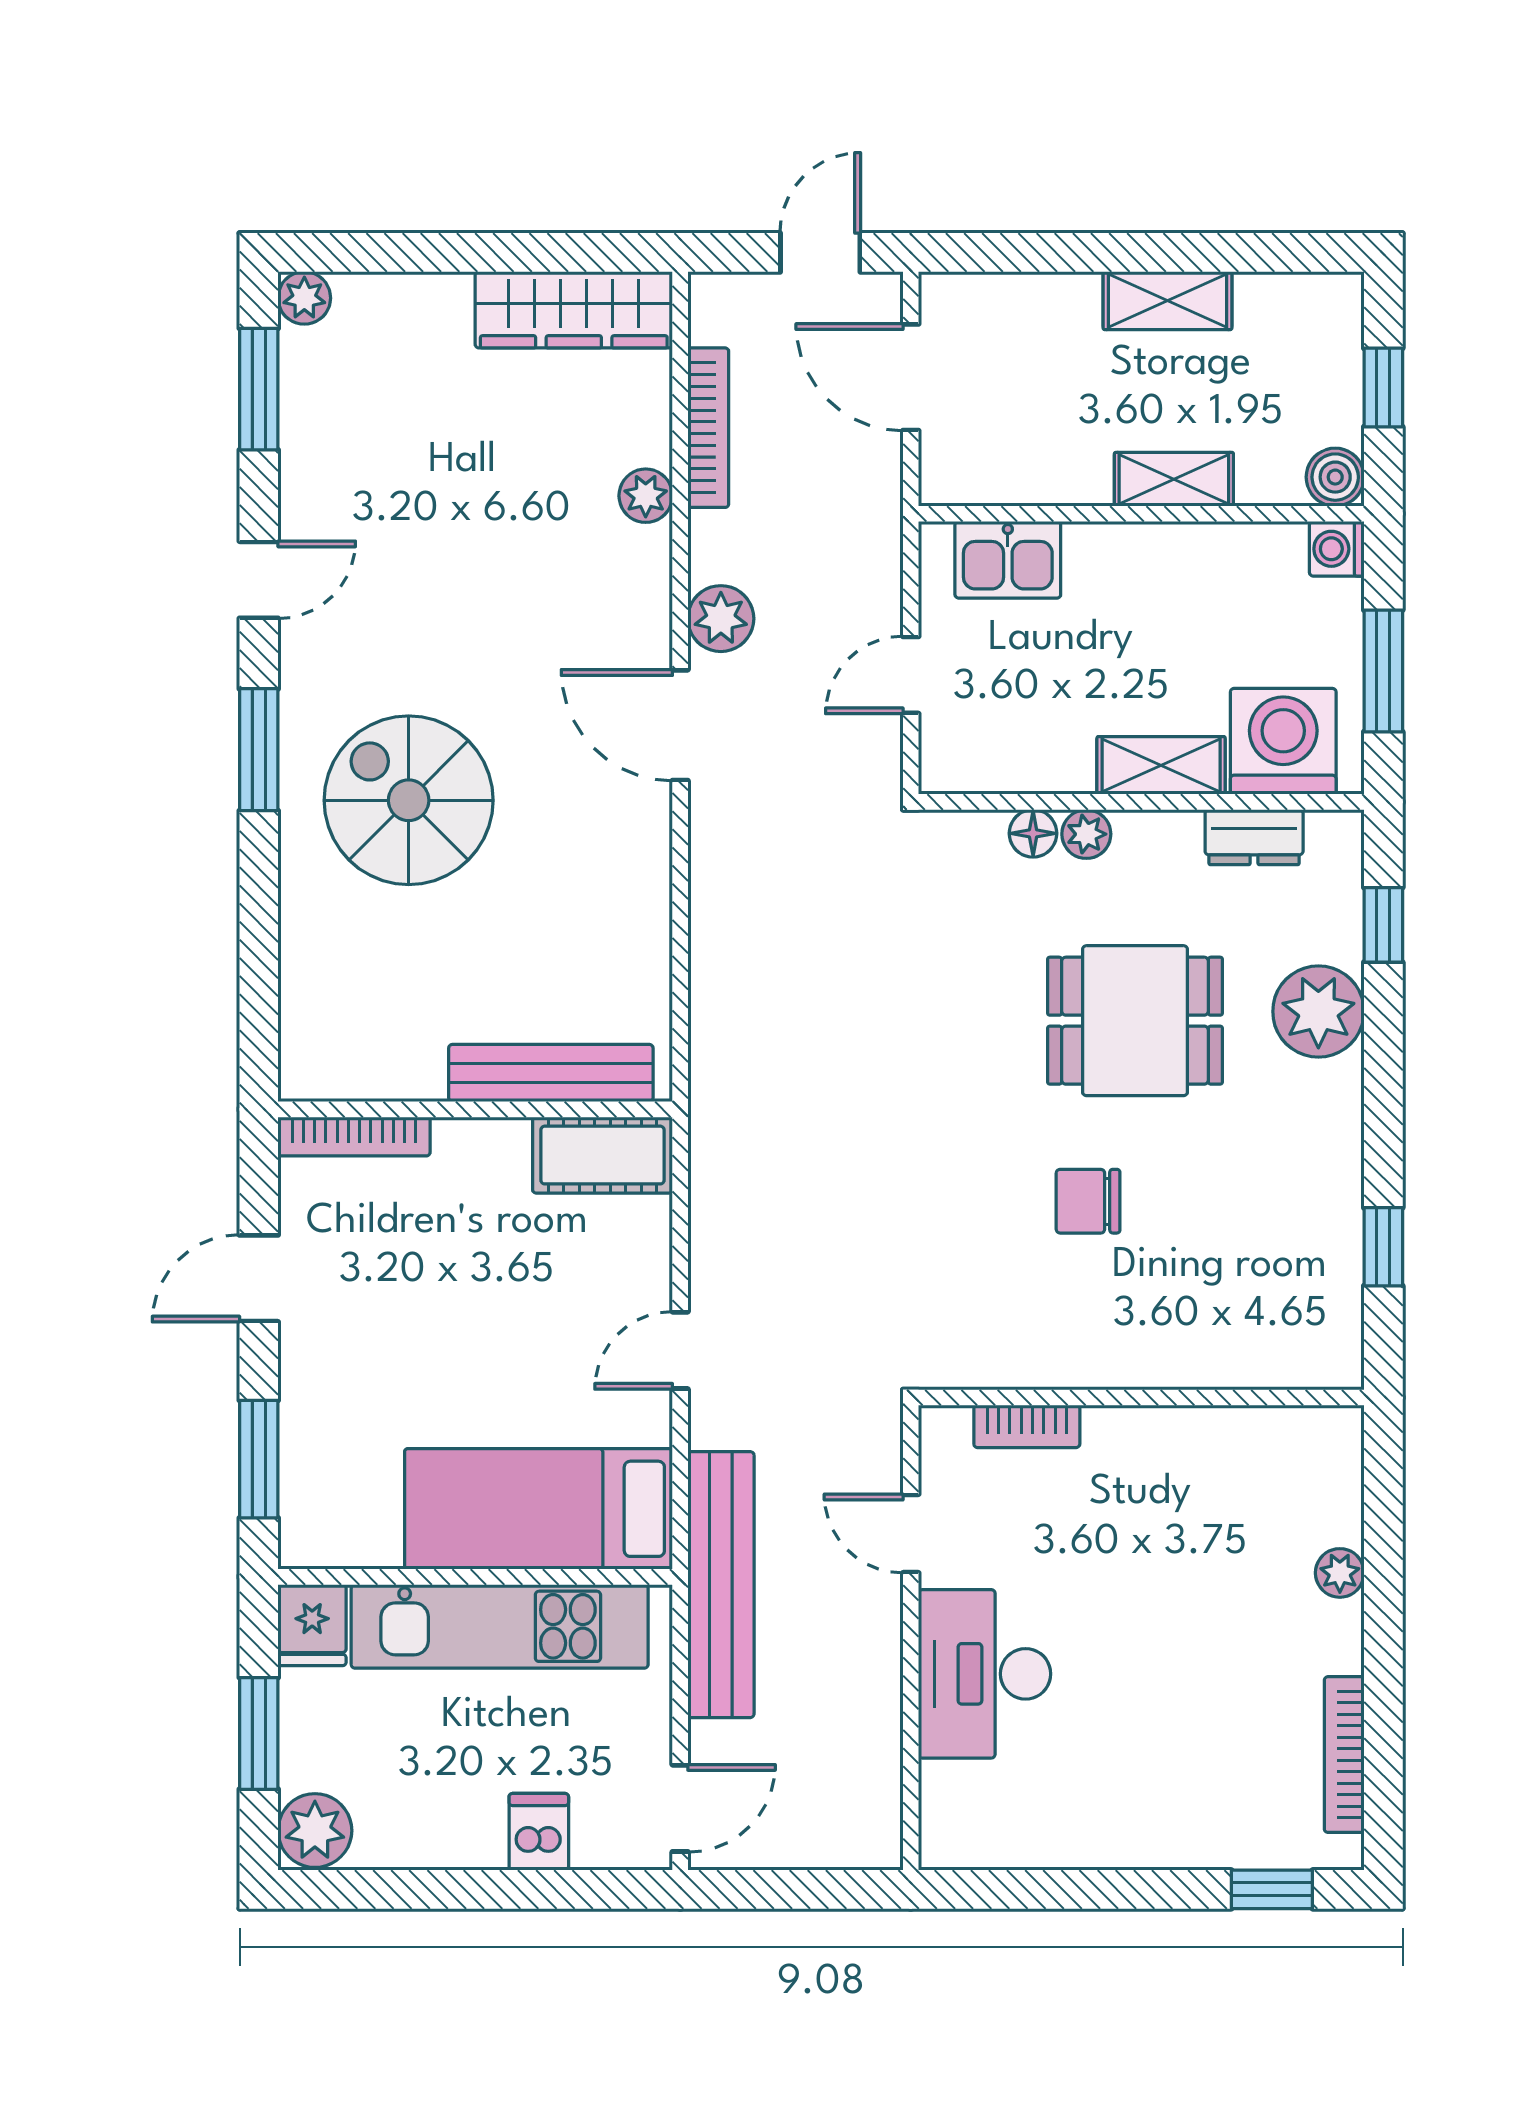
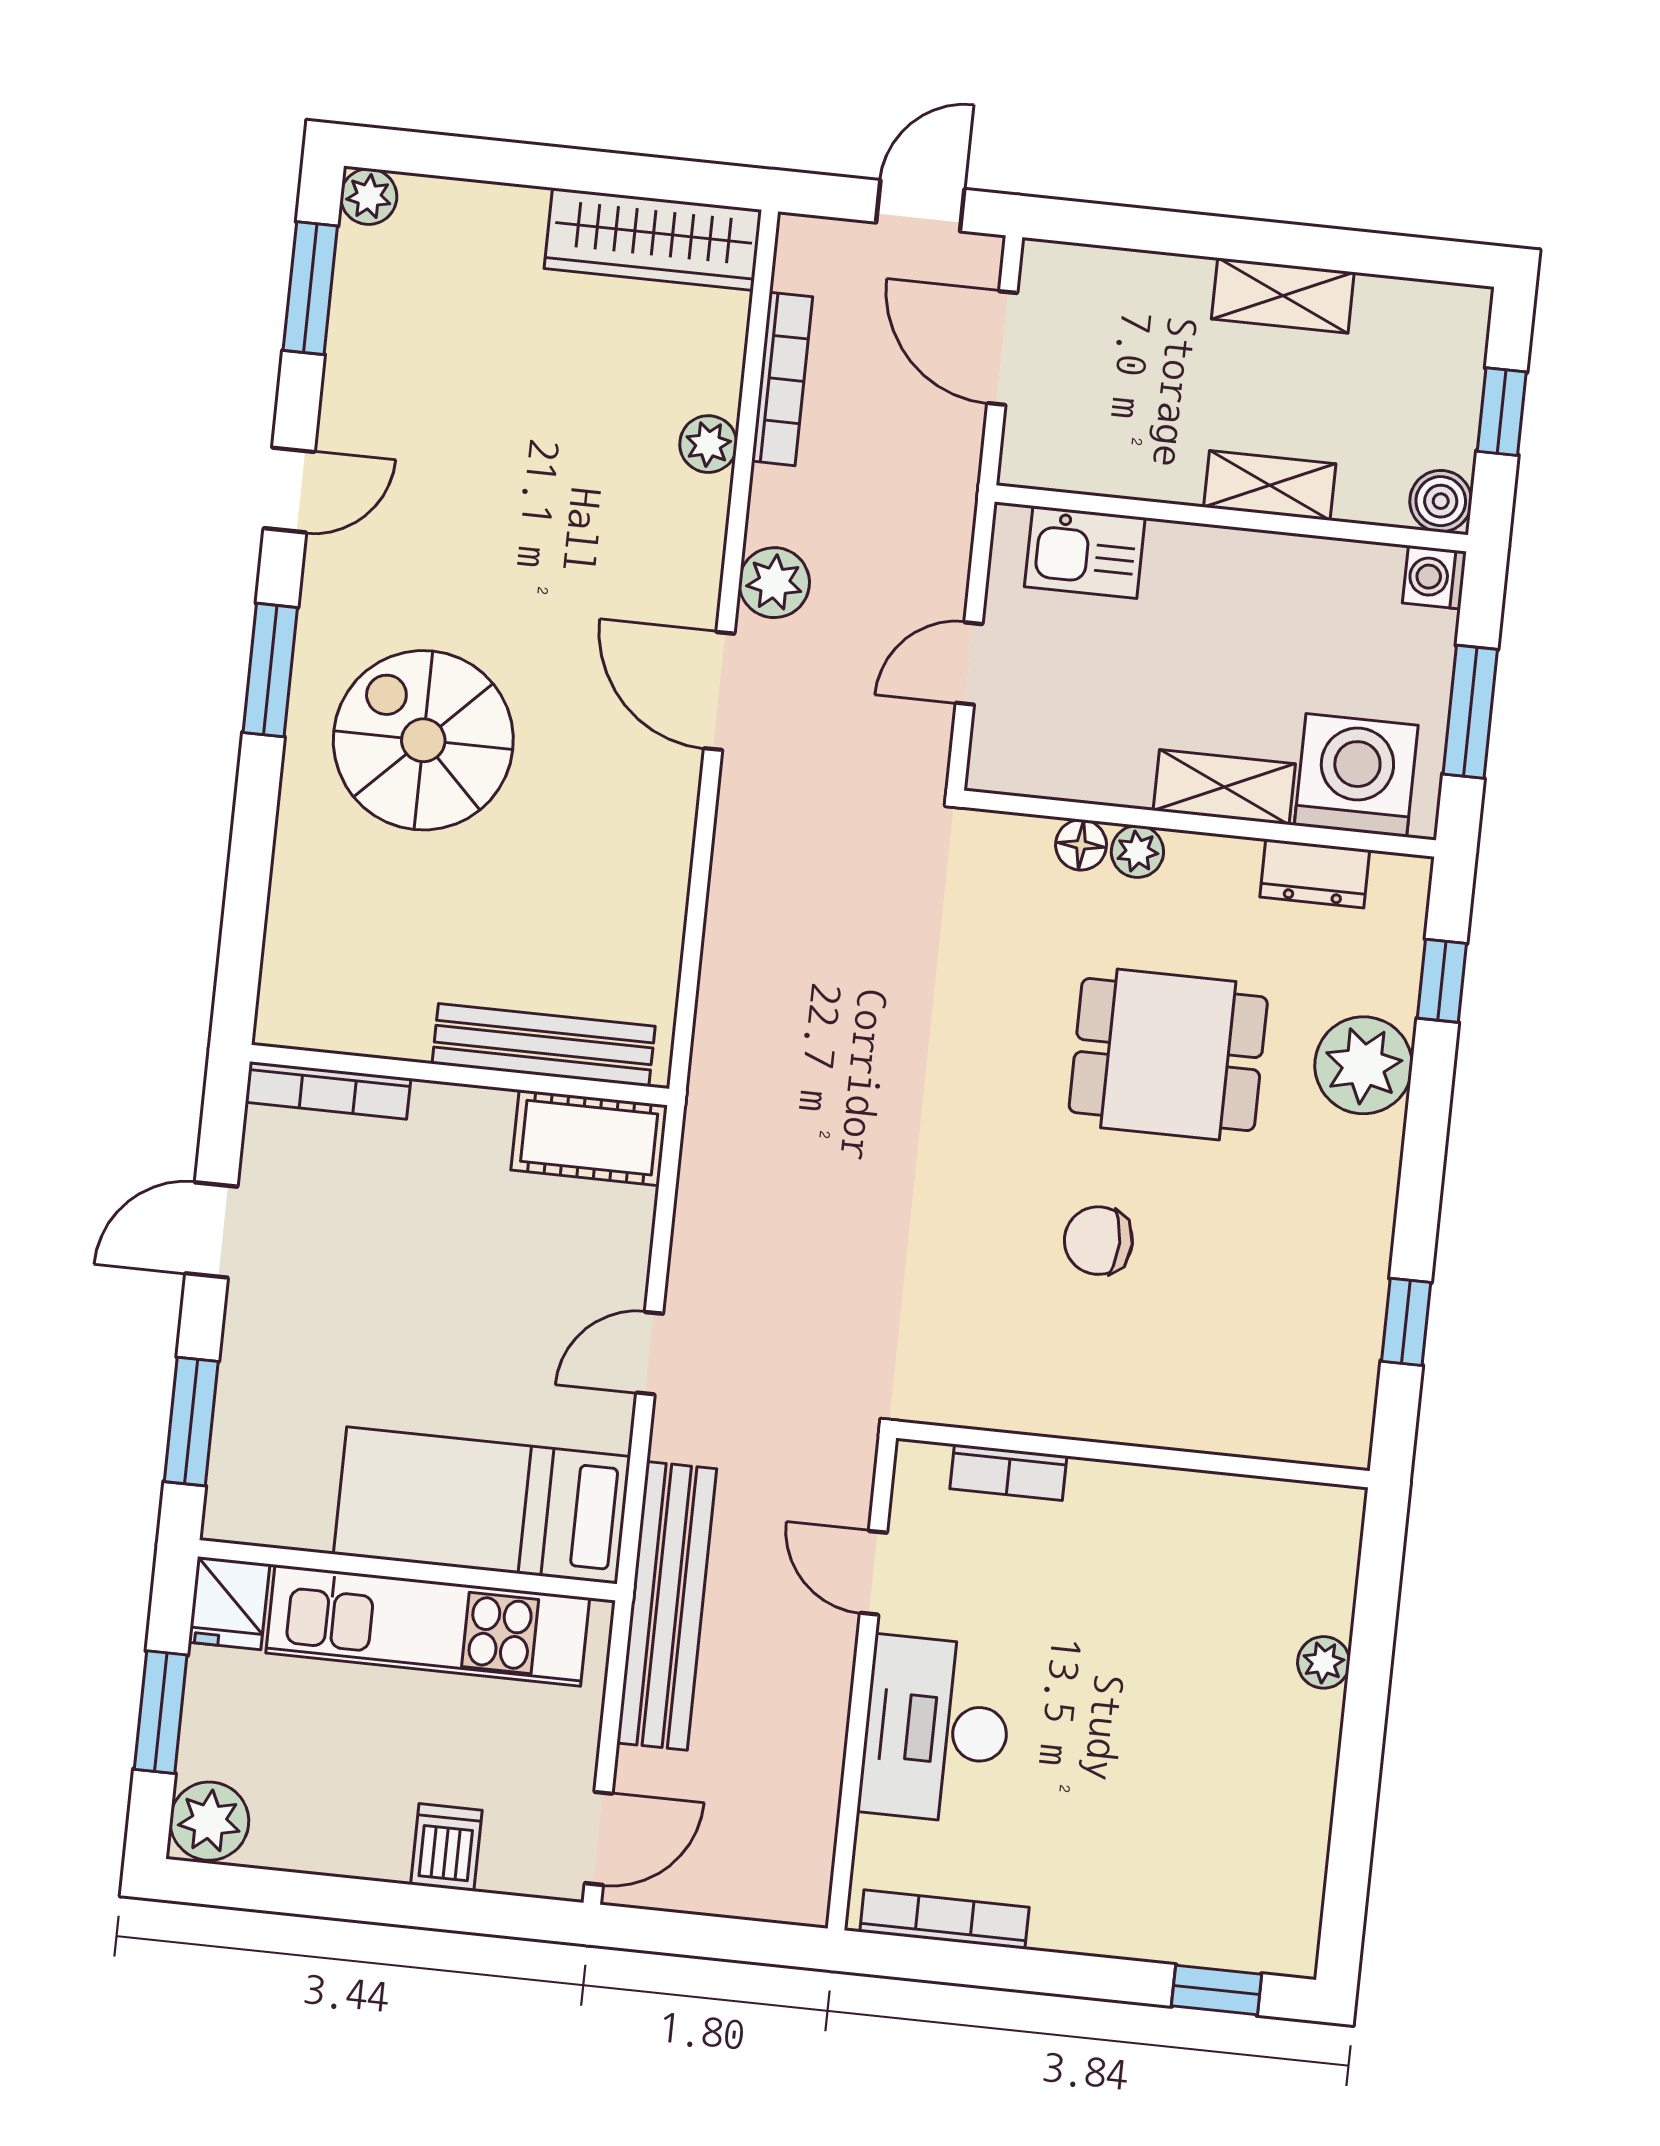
bookcase: (1344, 1755) -> (944, 1919), moved, turned 90

